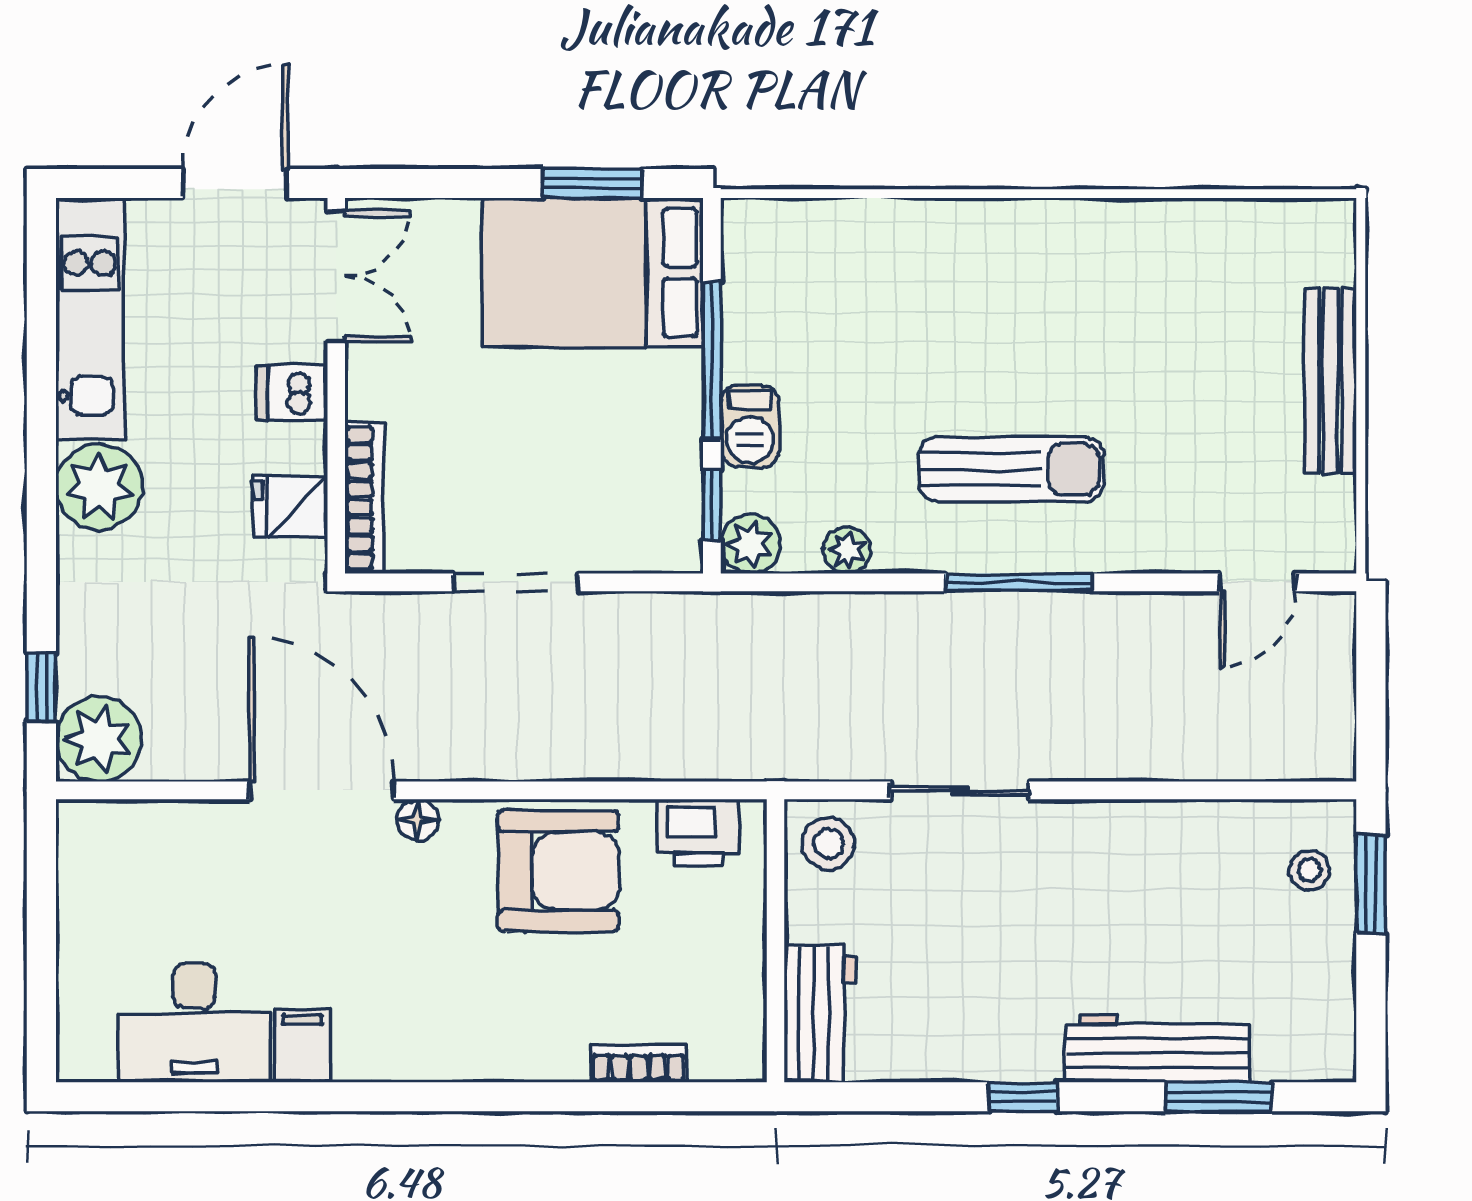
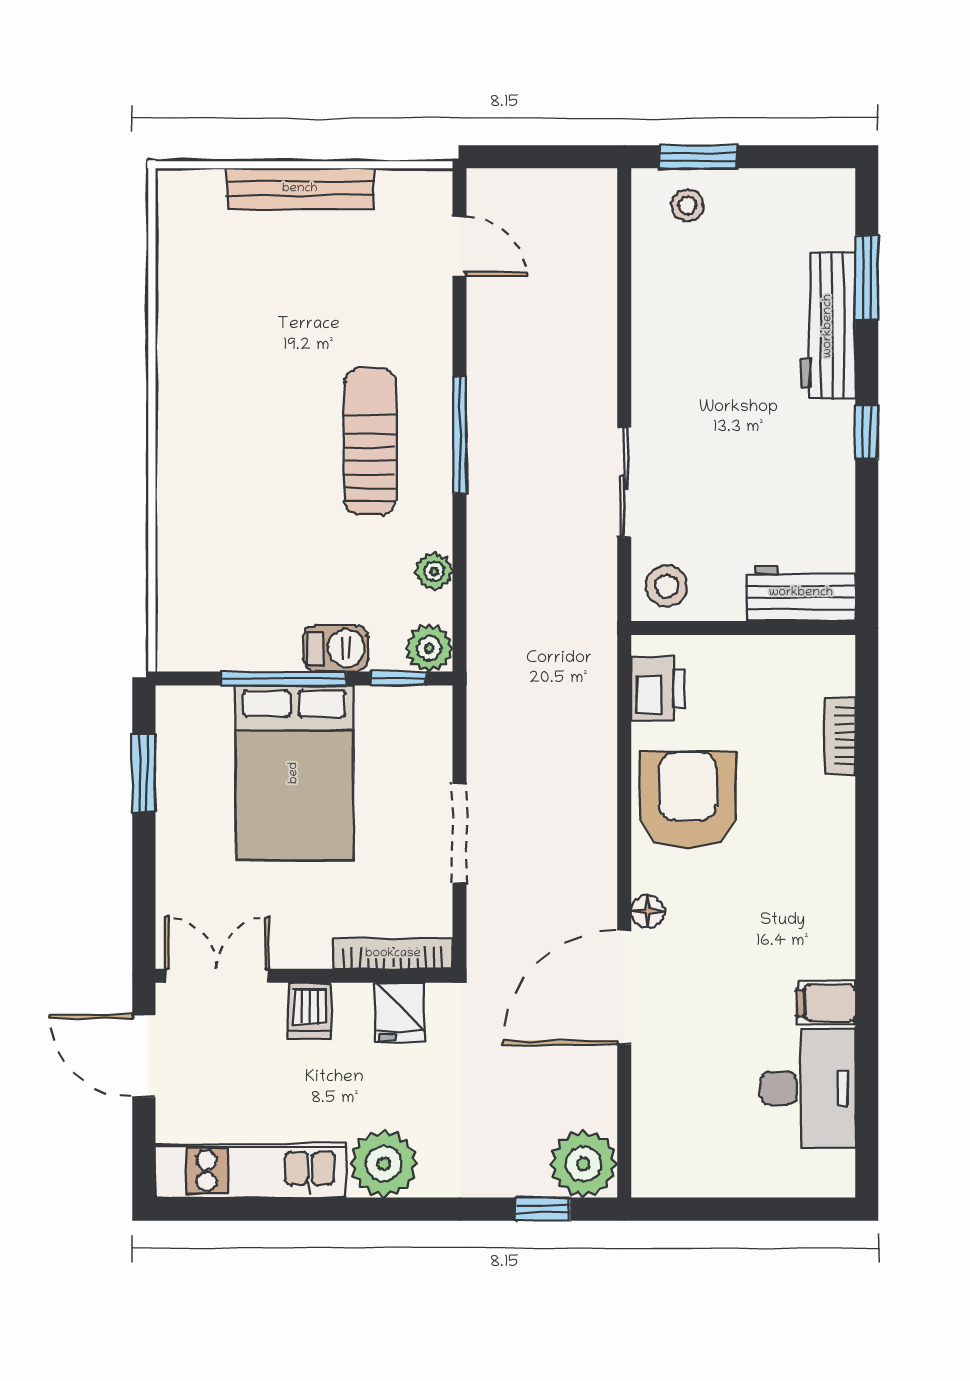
bed: (593, 273) -> (294, 773), moved

